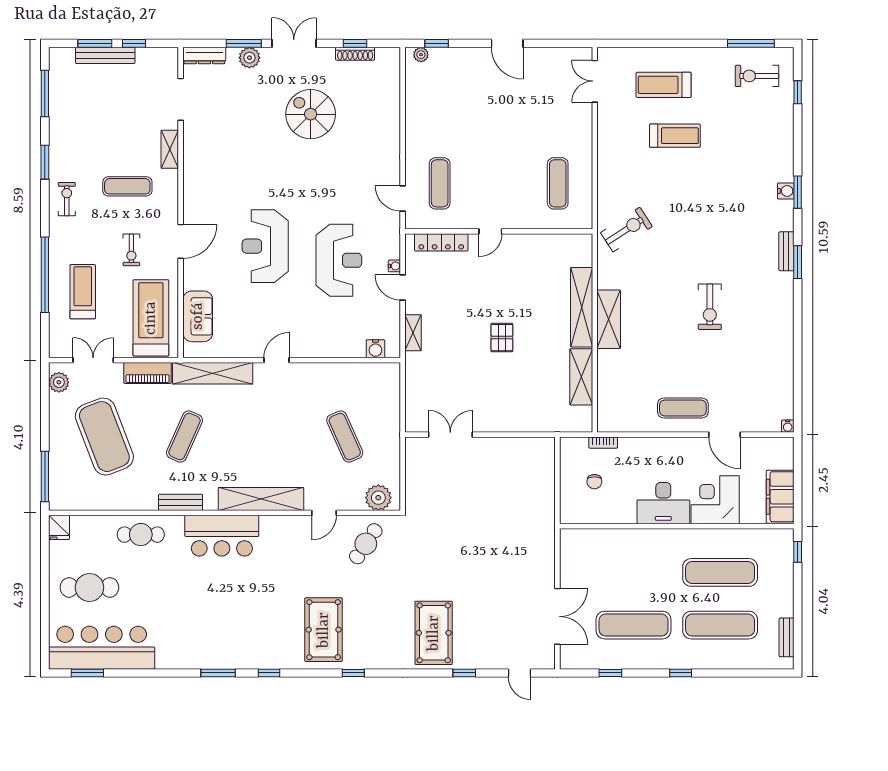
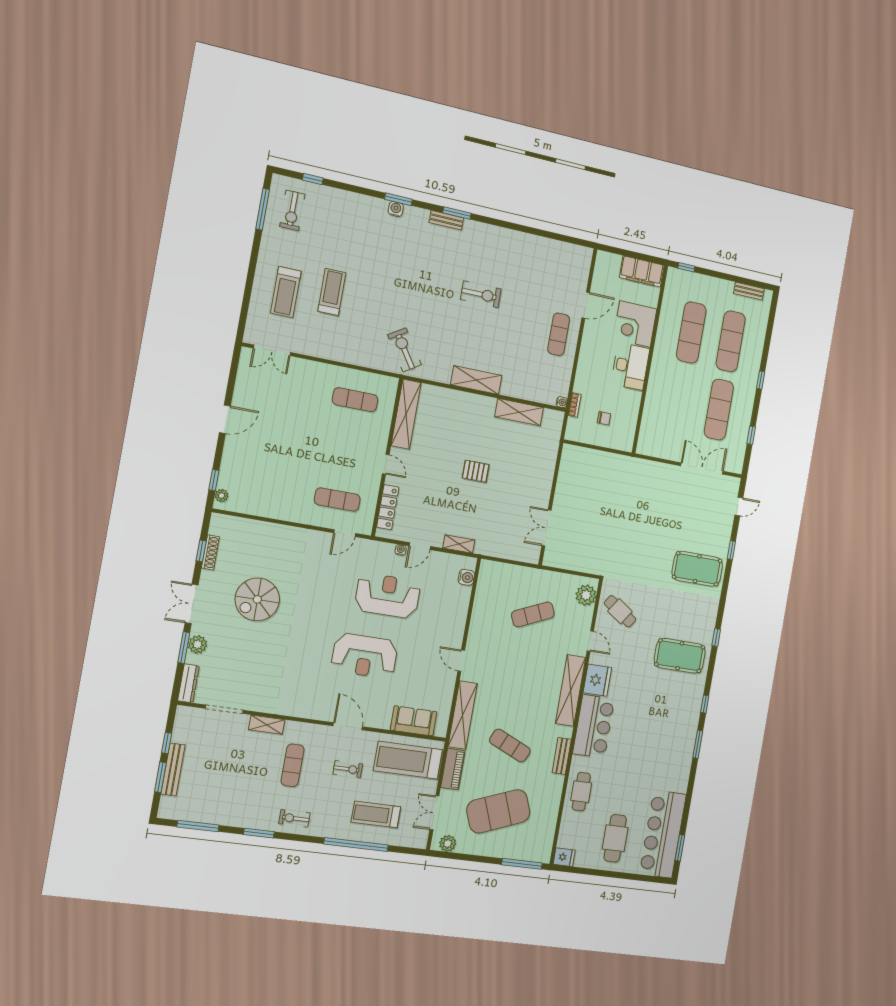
shelving: (582, 307) -> (406, 414), moved, turned 90
water cooler: (788, 426) -> (562, 402), moved
fridge: (278, 530) -> (597, 680), added

